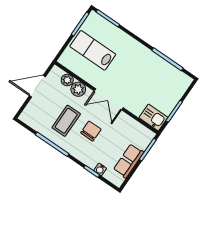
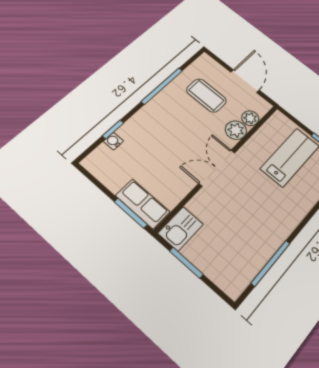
coffee table: (66, 121) -> (206, 95), moved
chair: (91, 131) -> (173, 137), removed
row of seats: (129, 161) -> (143, 204), moved

